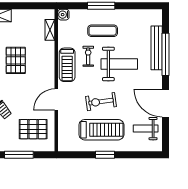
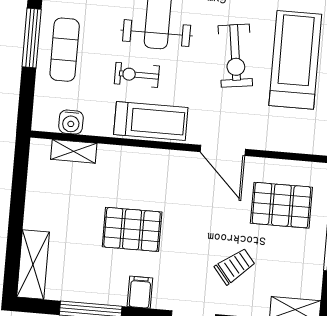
water cooler: (63, 15) -> (71, 122), moved
exercise mat: (103, 31) -> (65, 50), moved
pallet: (33, 129) -> (281, 205), turned 90

